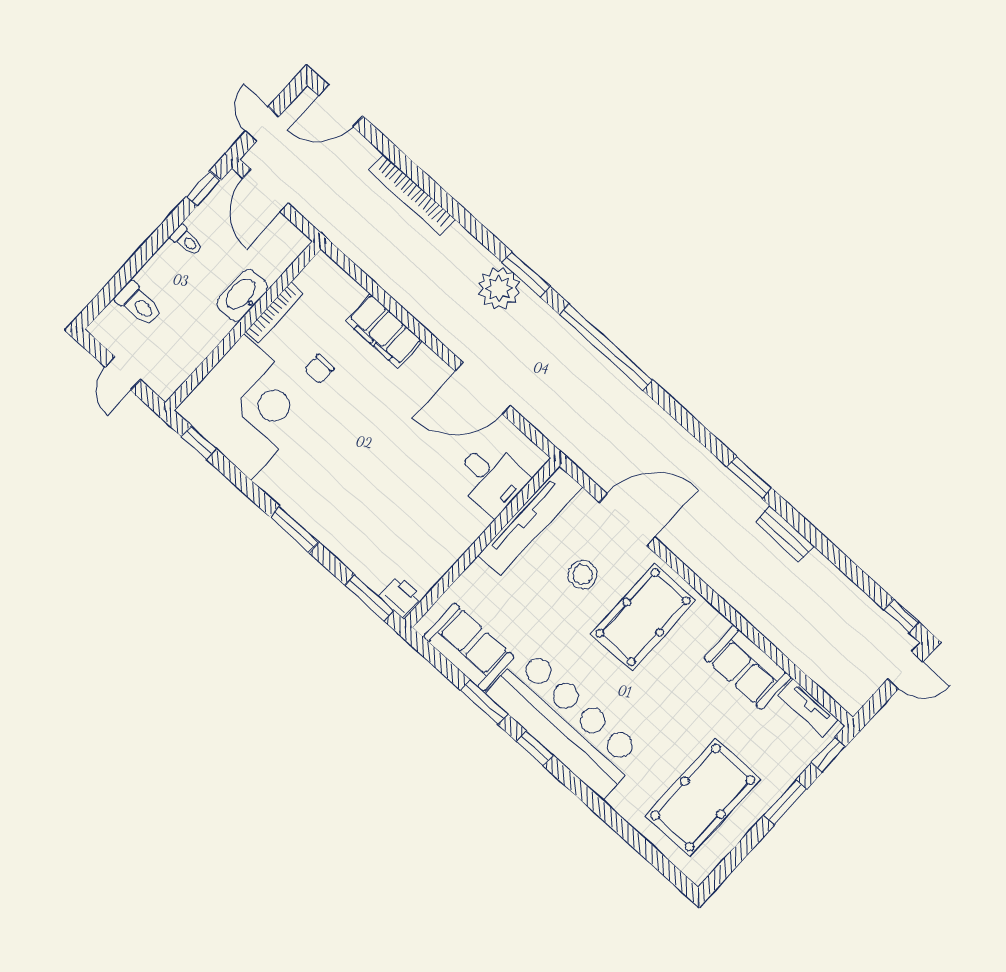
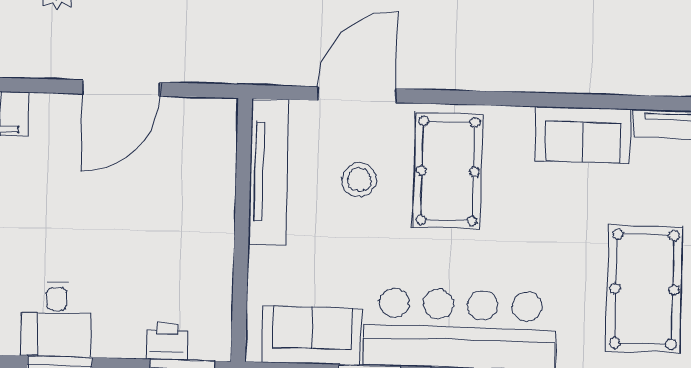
desk: (491, 478) -> (56, 319), moved, turned 90
printer: (401, 597) -> (167, 342), moved

